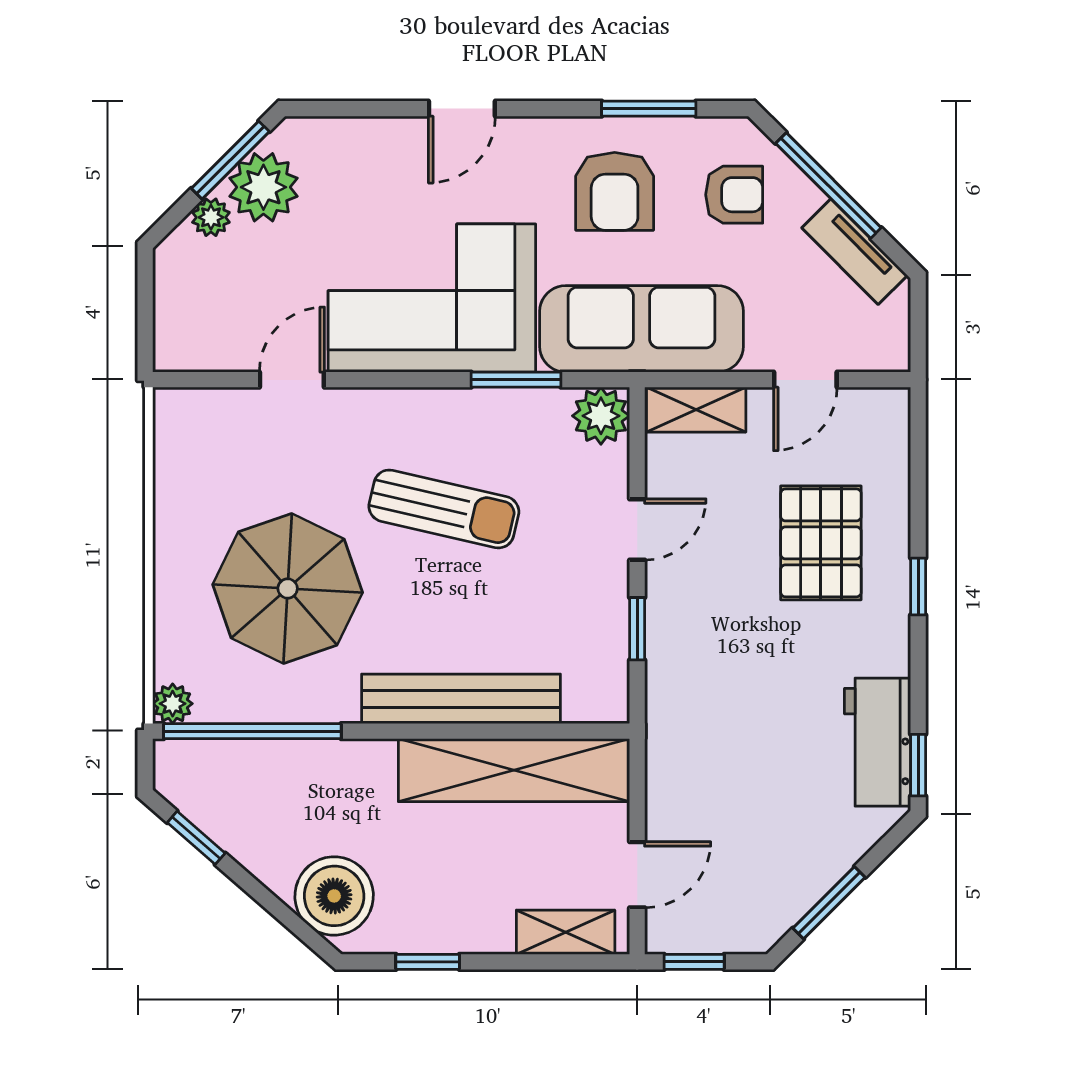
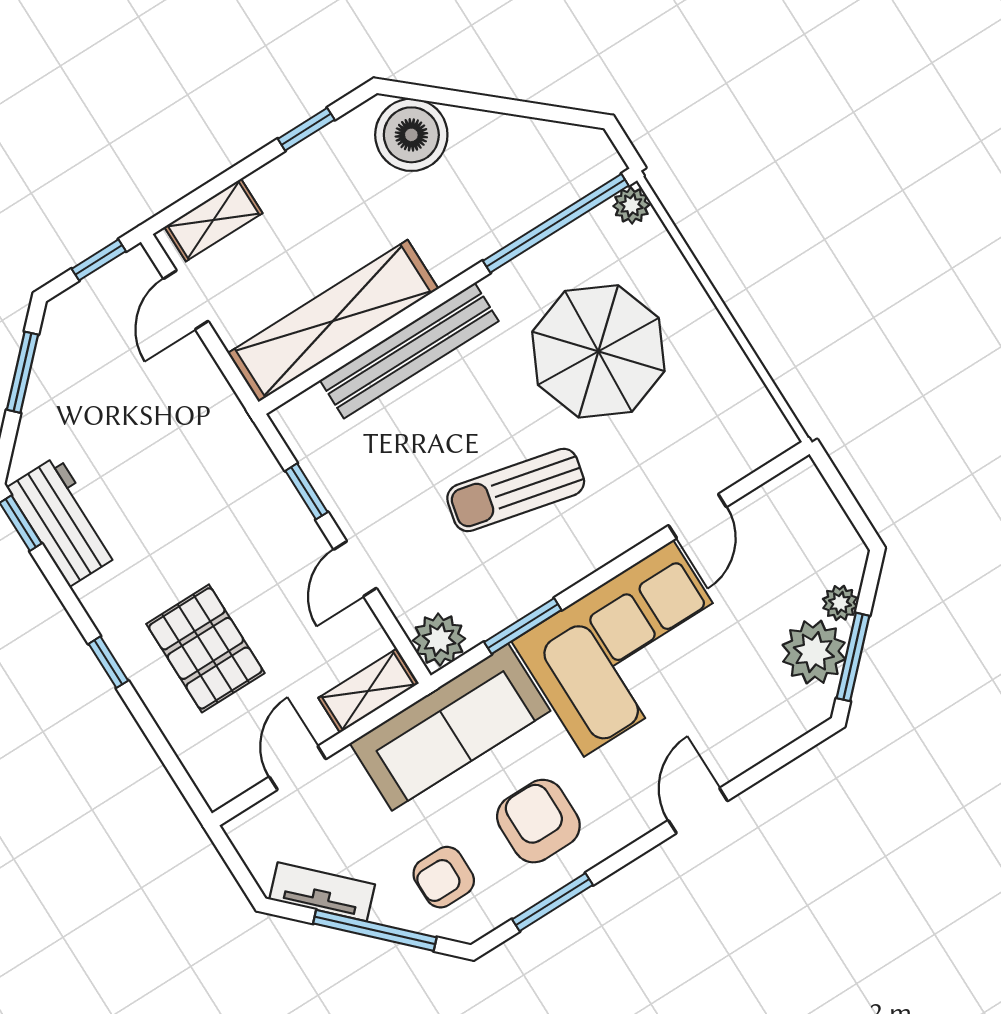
window: (196, 838) -> (547, 112), removed

